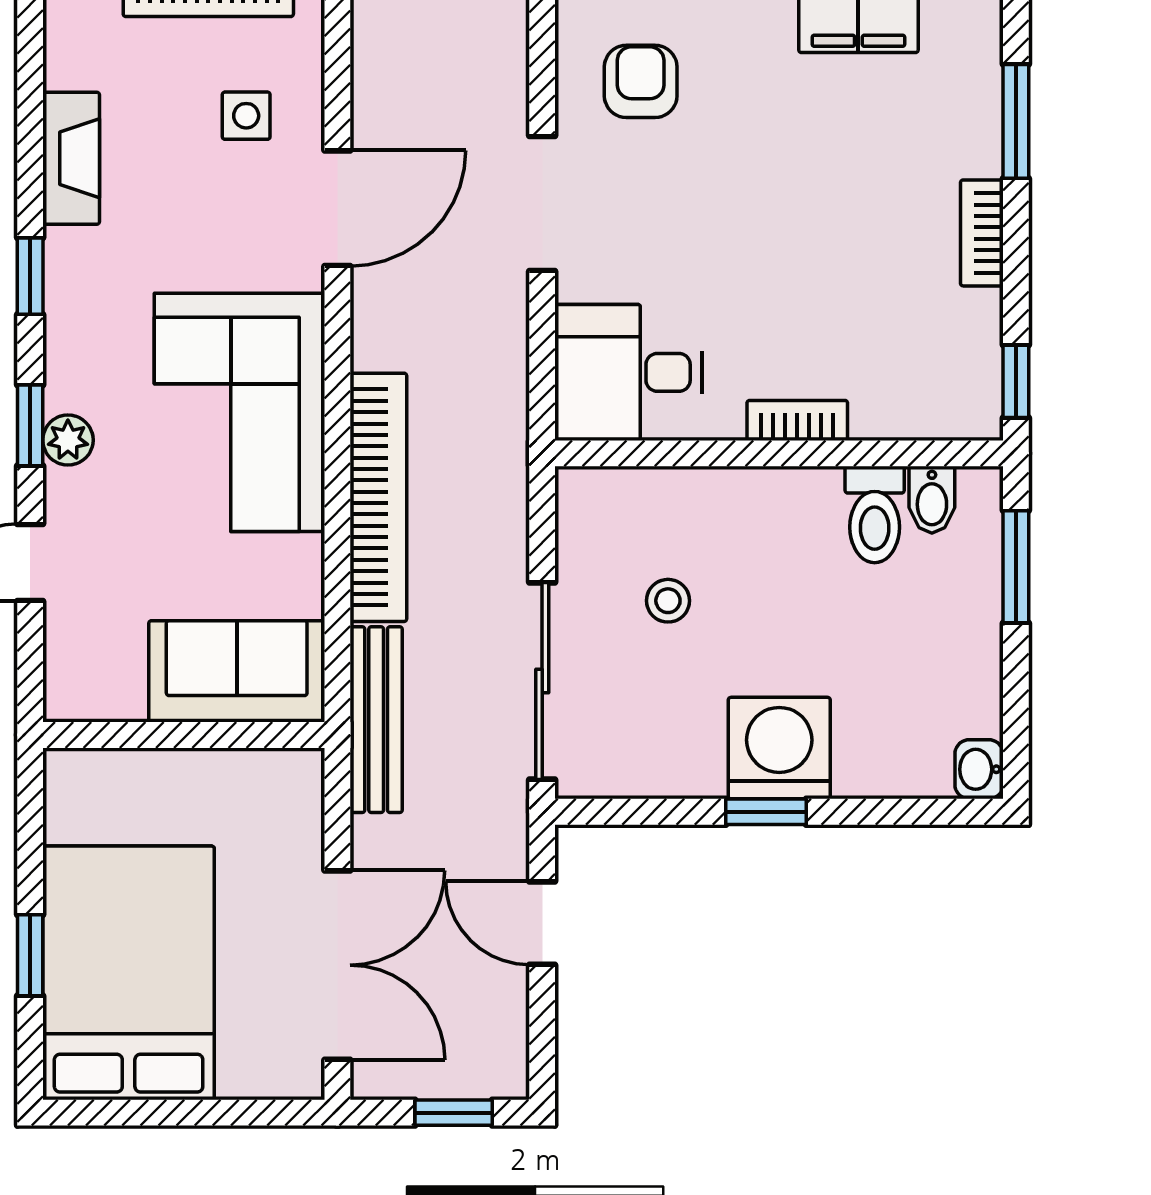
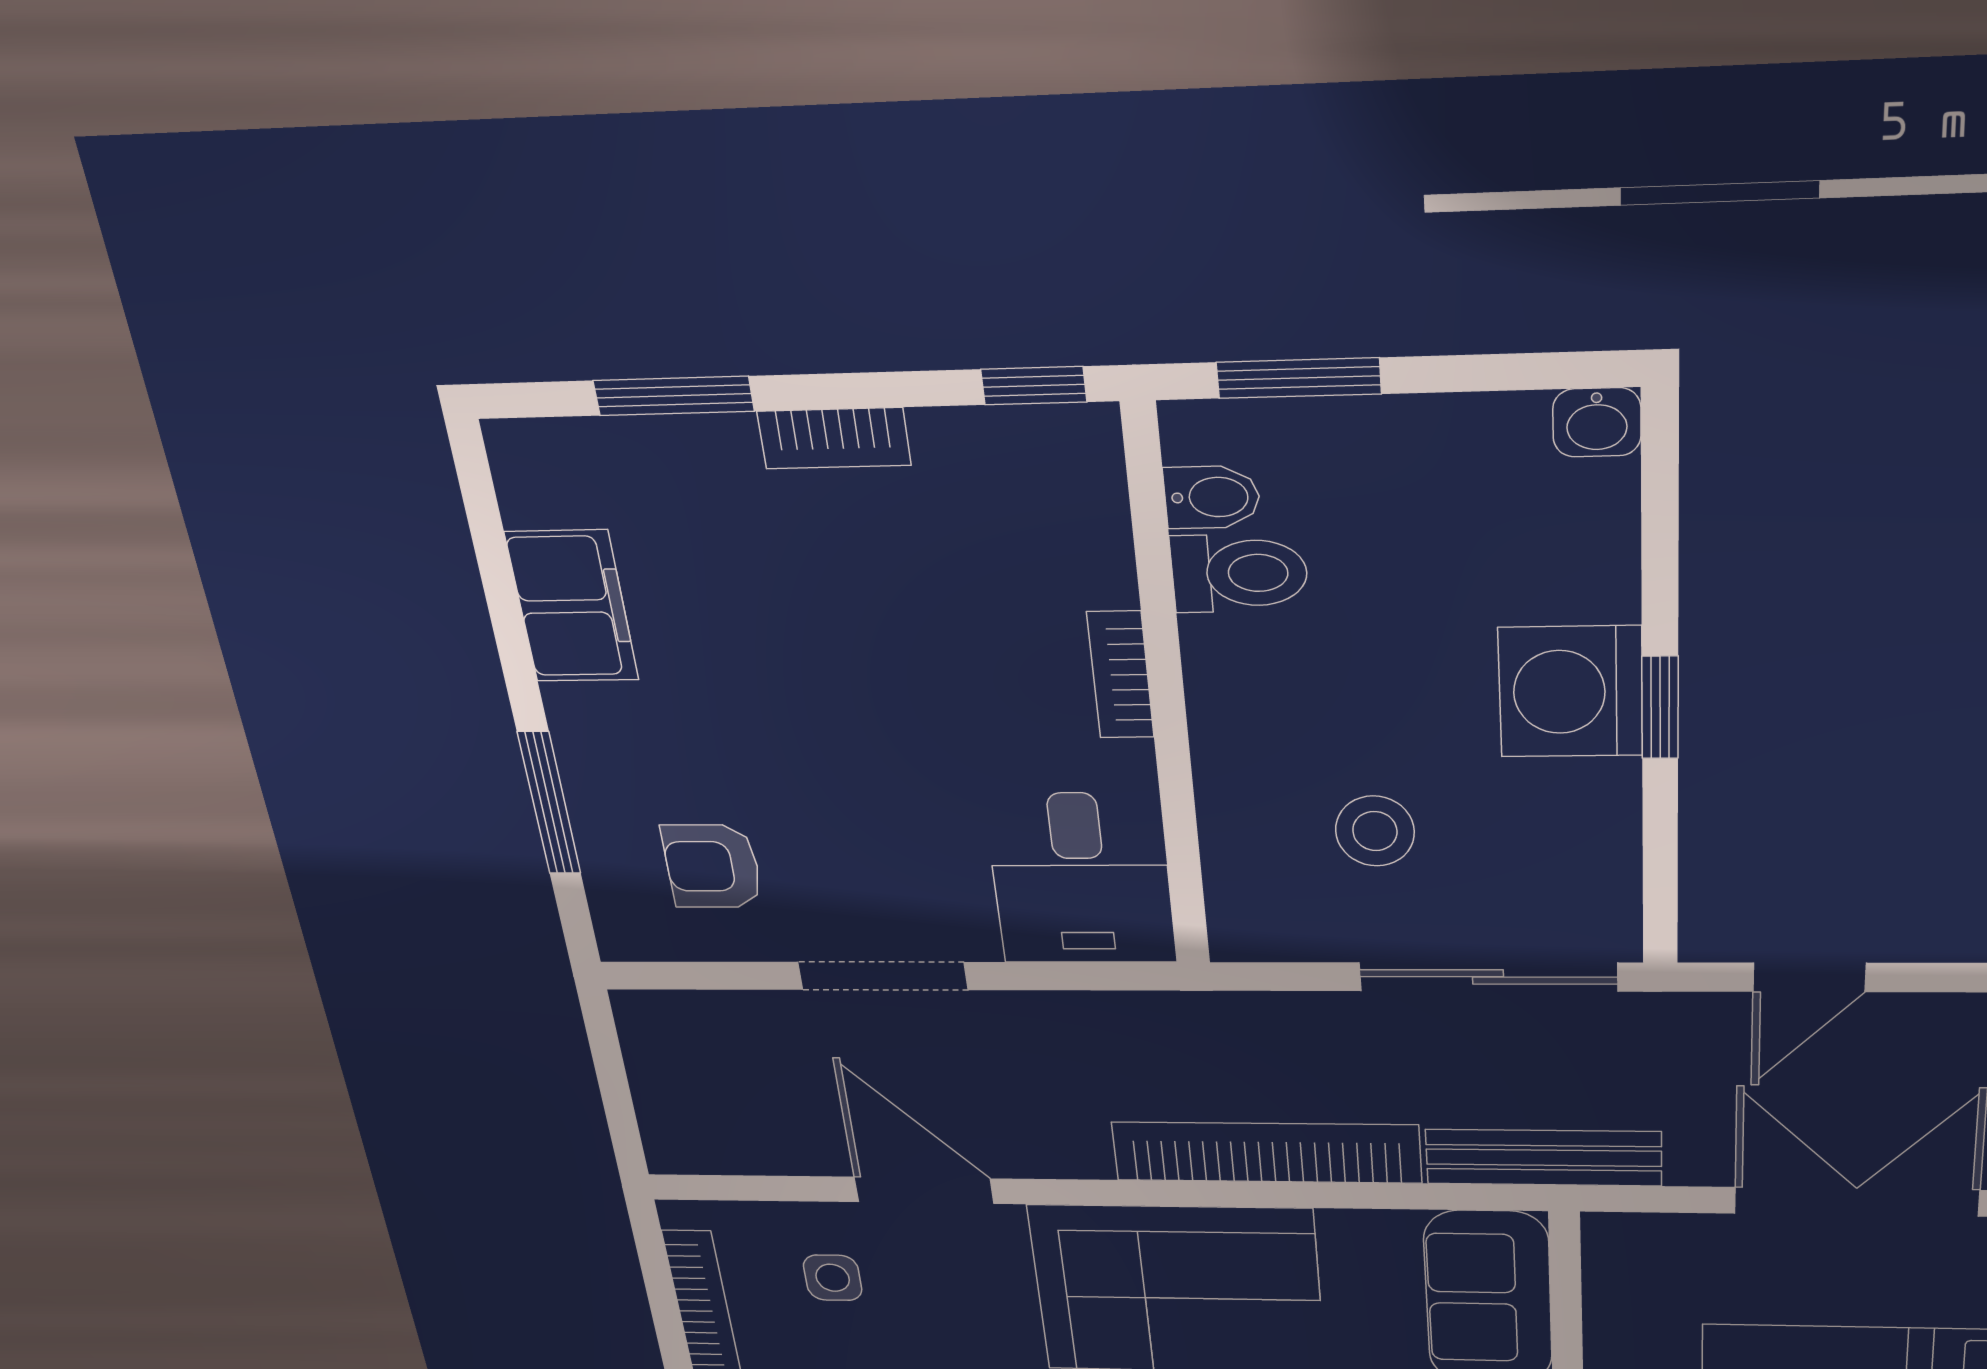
stool: (668, 601) -> (1375, 831), width x1.37, depth x1.37

